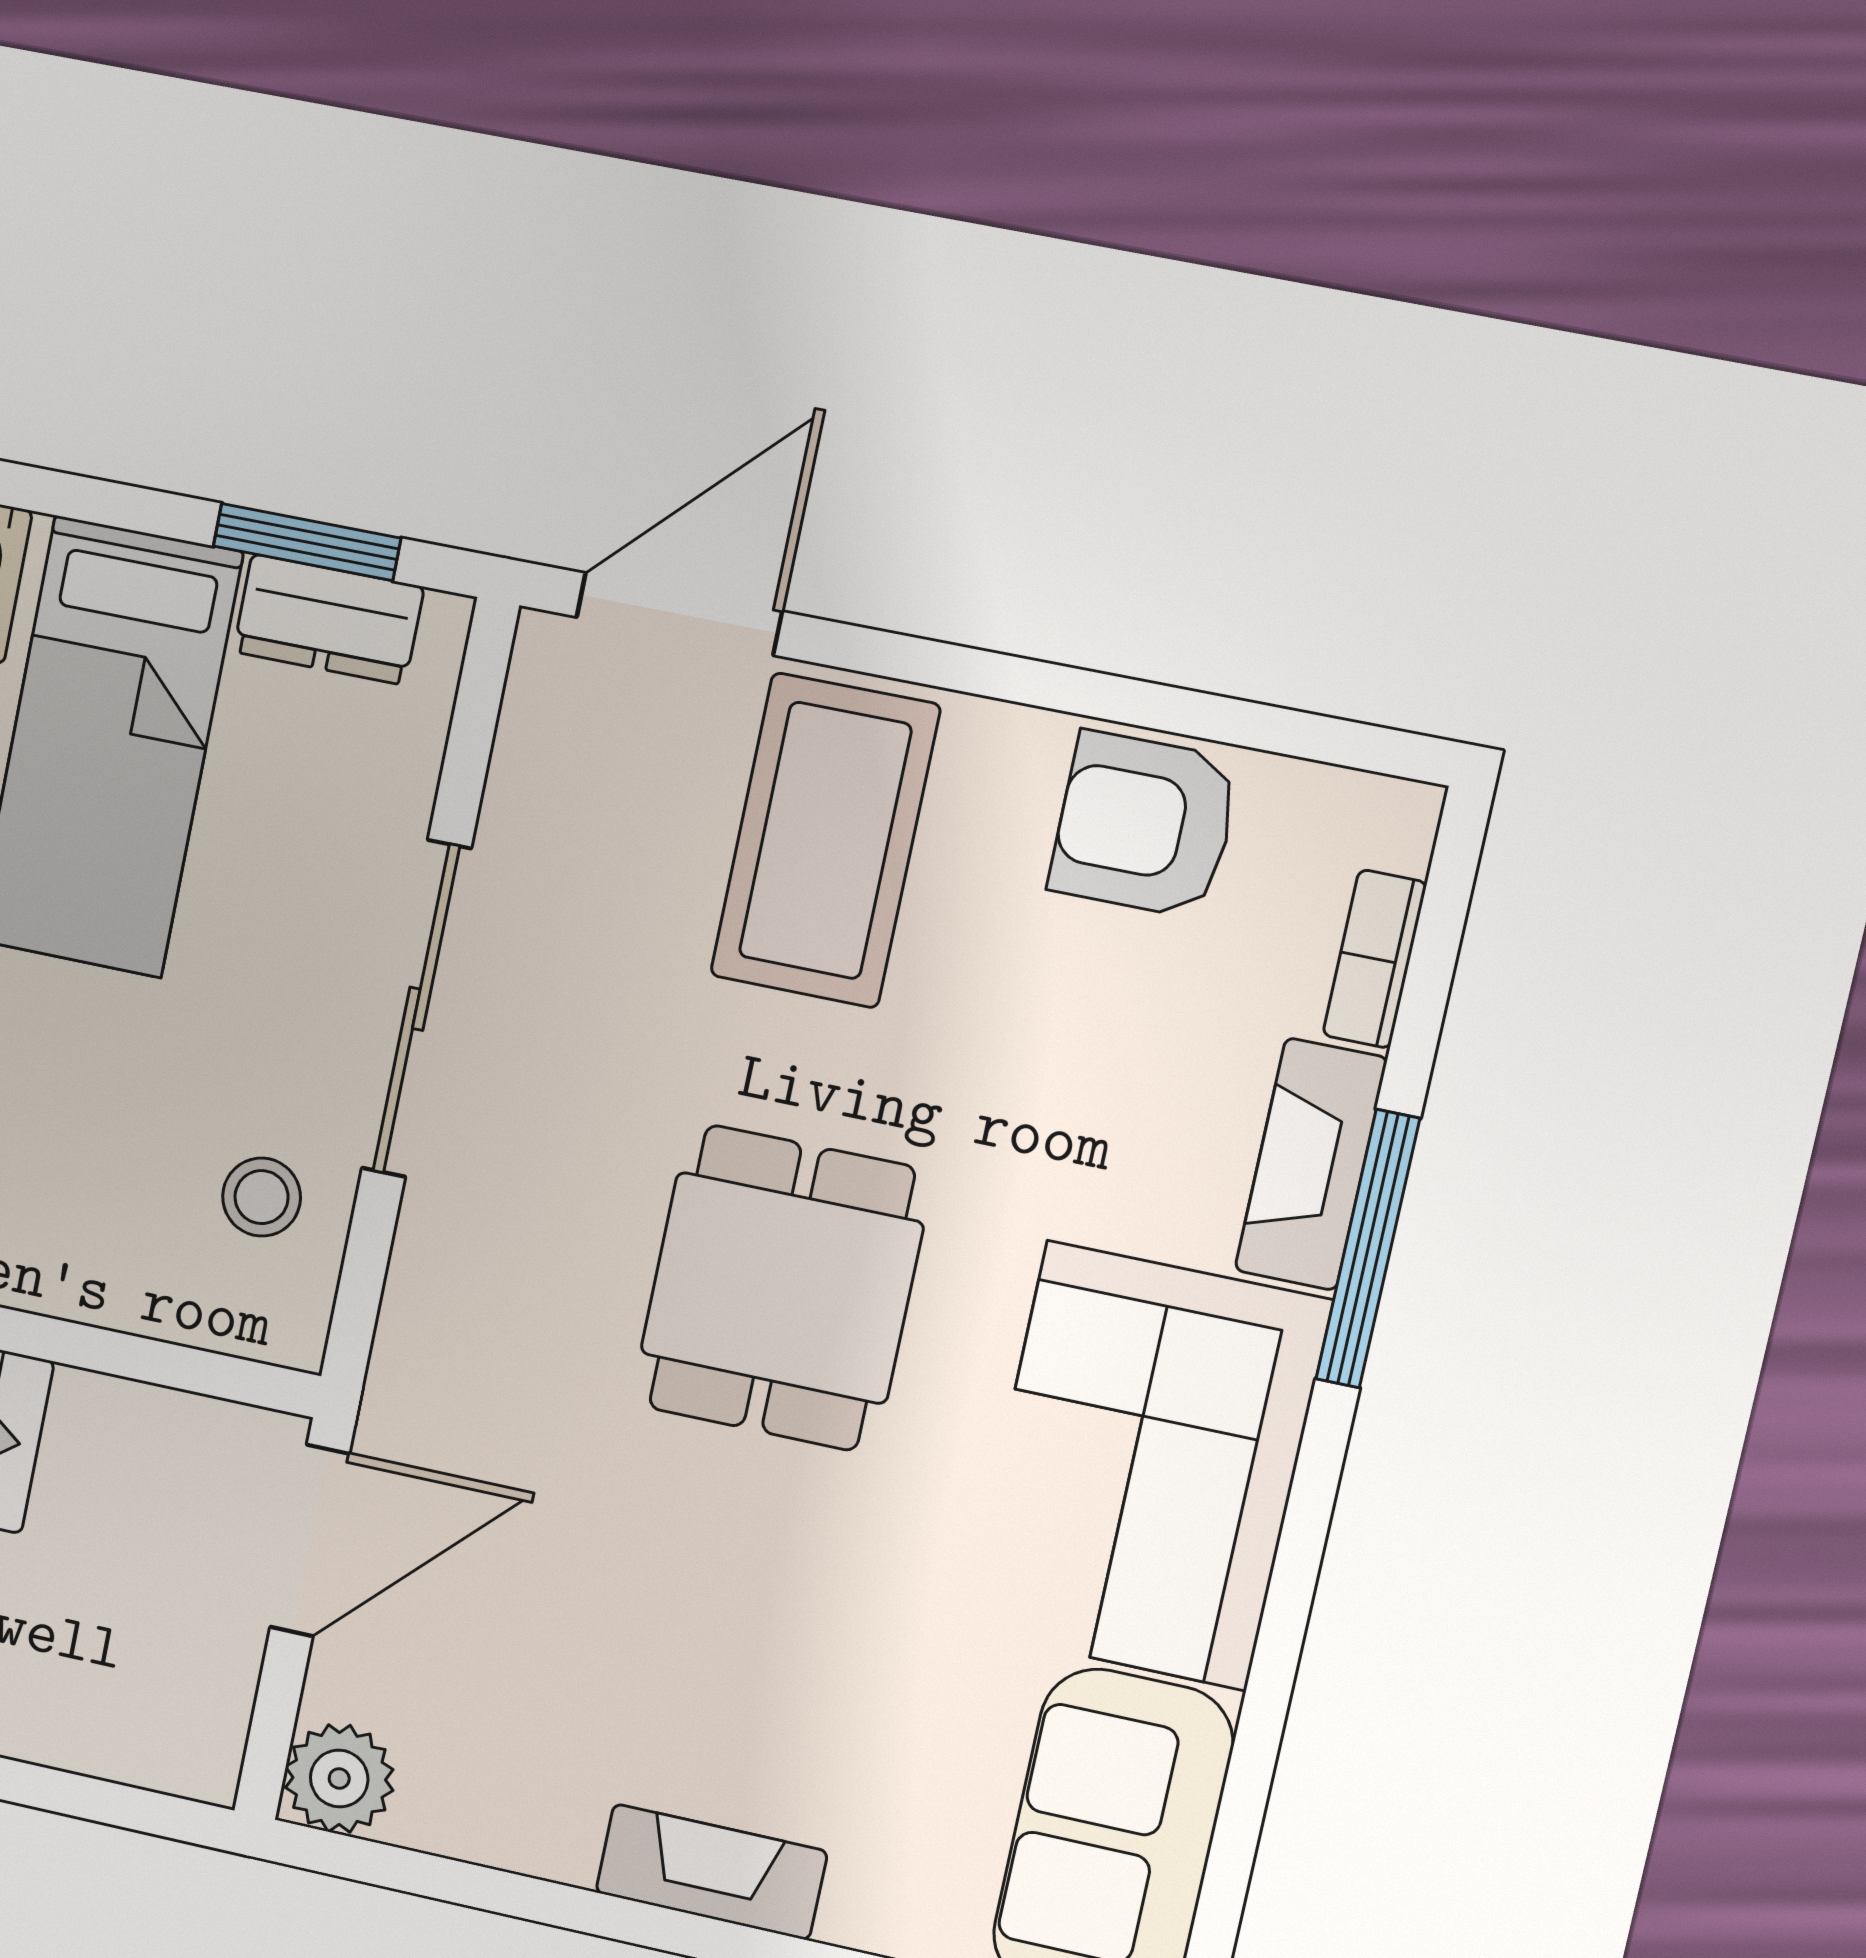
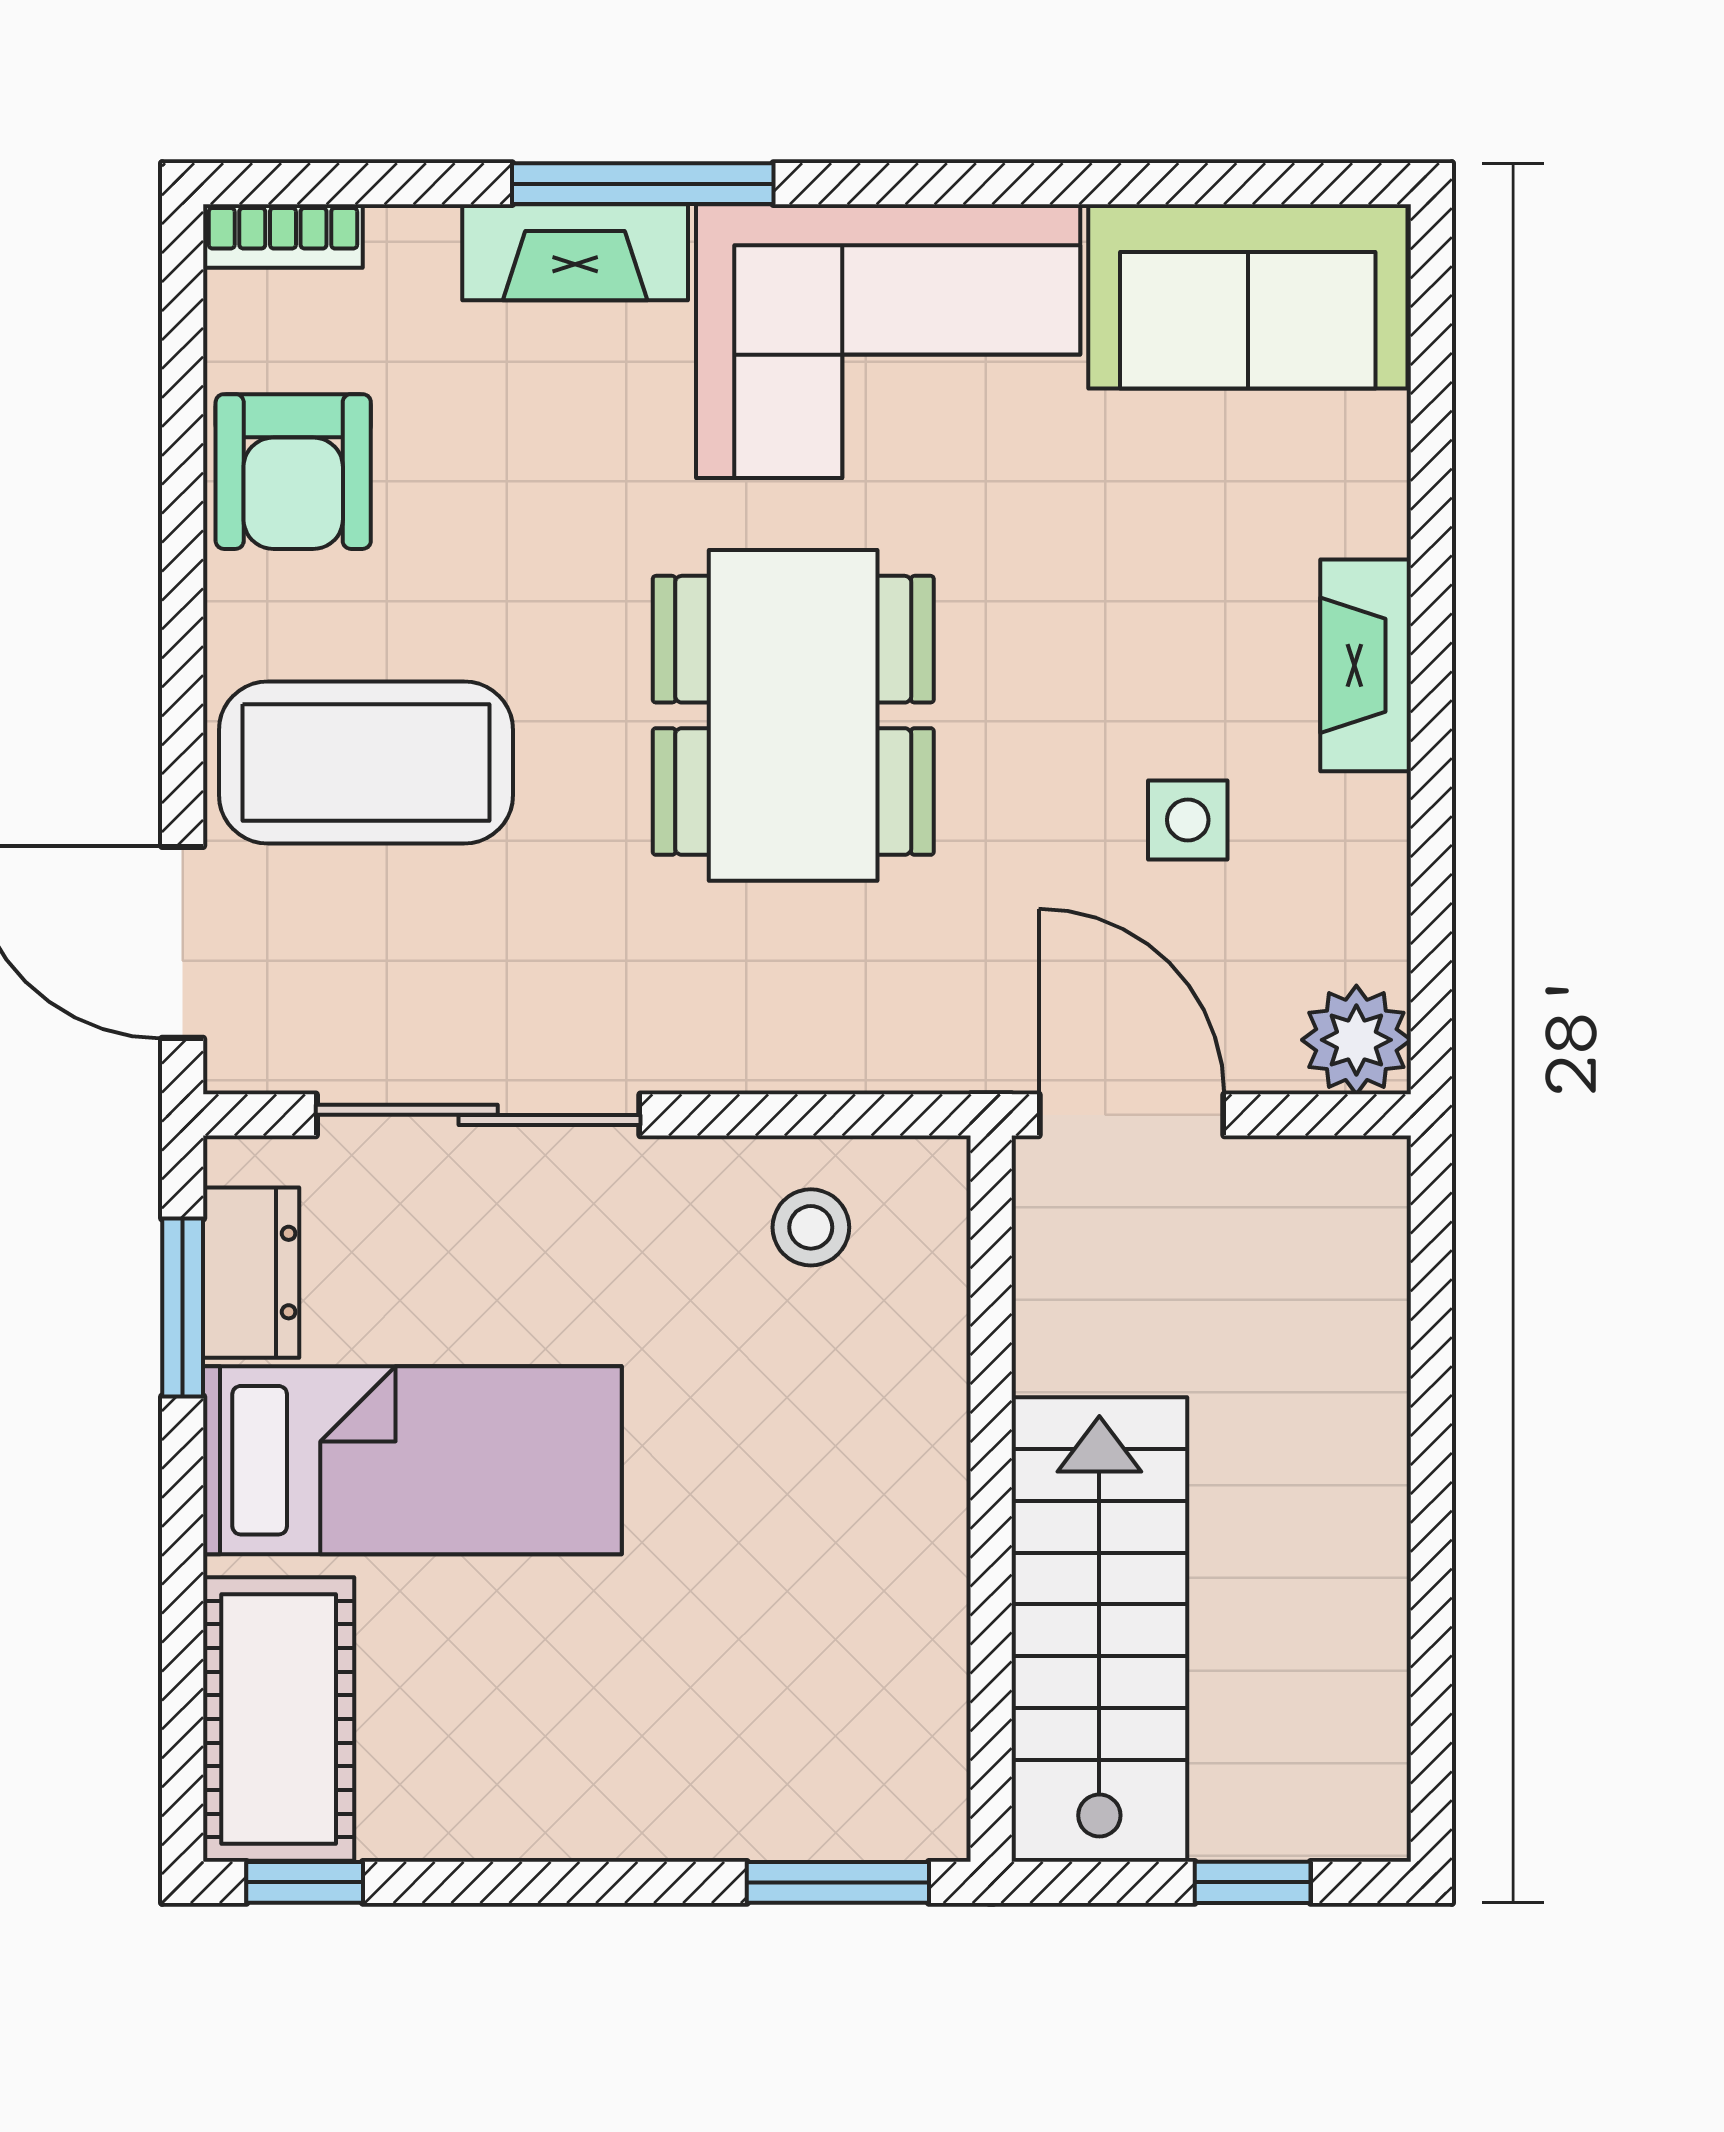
bookcase: (1375, 959) -> (283, 236), moved
sliding door: (416, 1009) -> (478, 1115), moved
dining table: (782, 1288) -> (793, 715), width x1.37
side table: (593, 1661) -> (1188, 820), added

